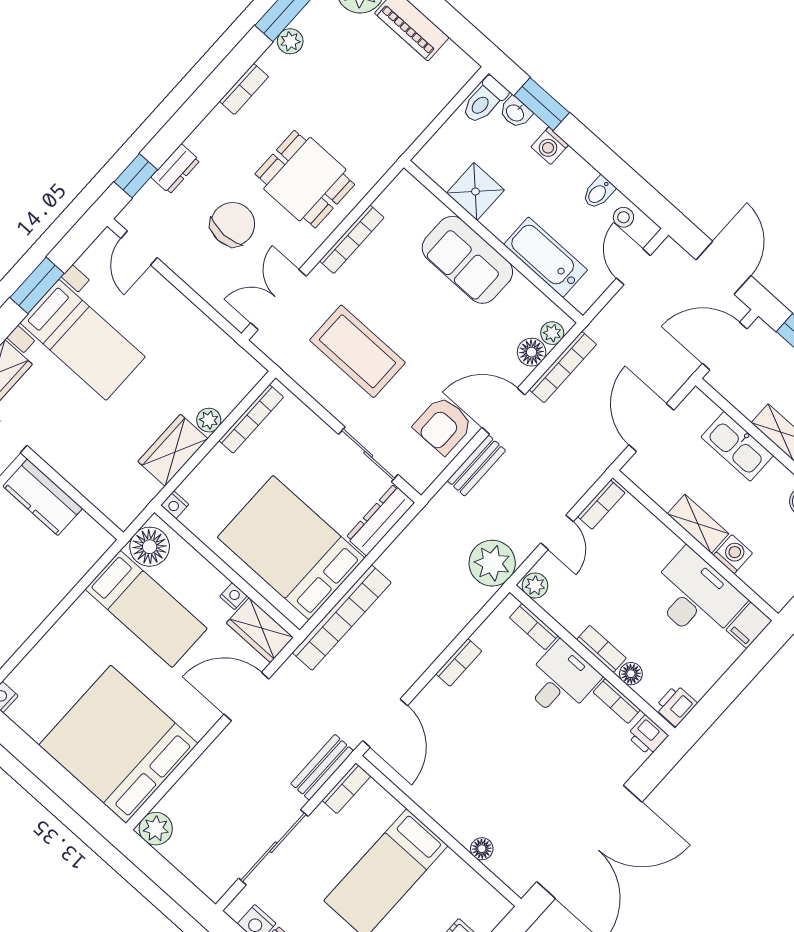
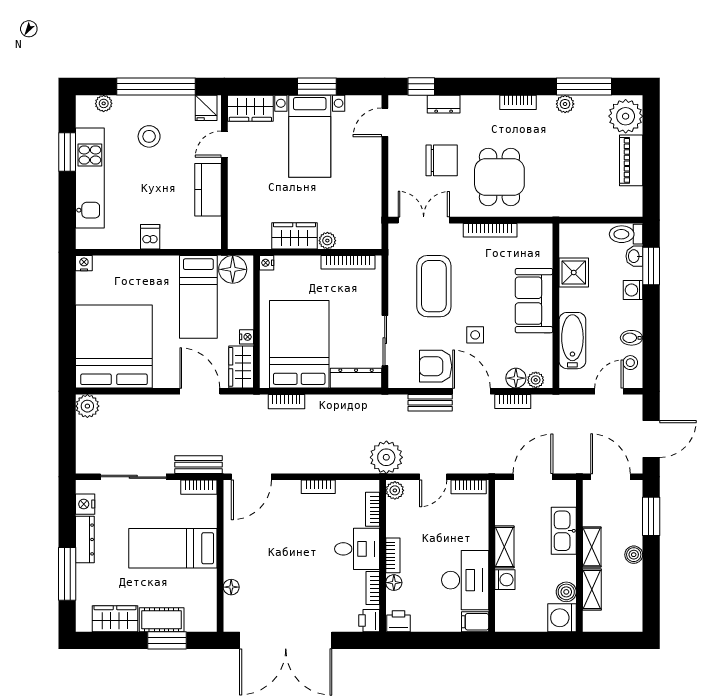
side table: (448, 354) -> (475, 335), added
bookcase: (563, 367) -> (513, 402), width x0.64
dishwasher: (37, 603) -> (150, 237), added
bookcase: (342, 618) -> (286, 402), width x0.43, depth x0.76

